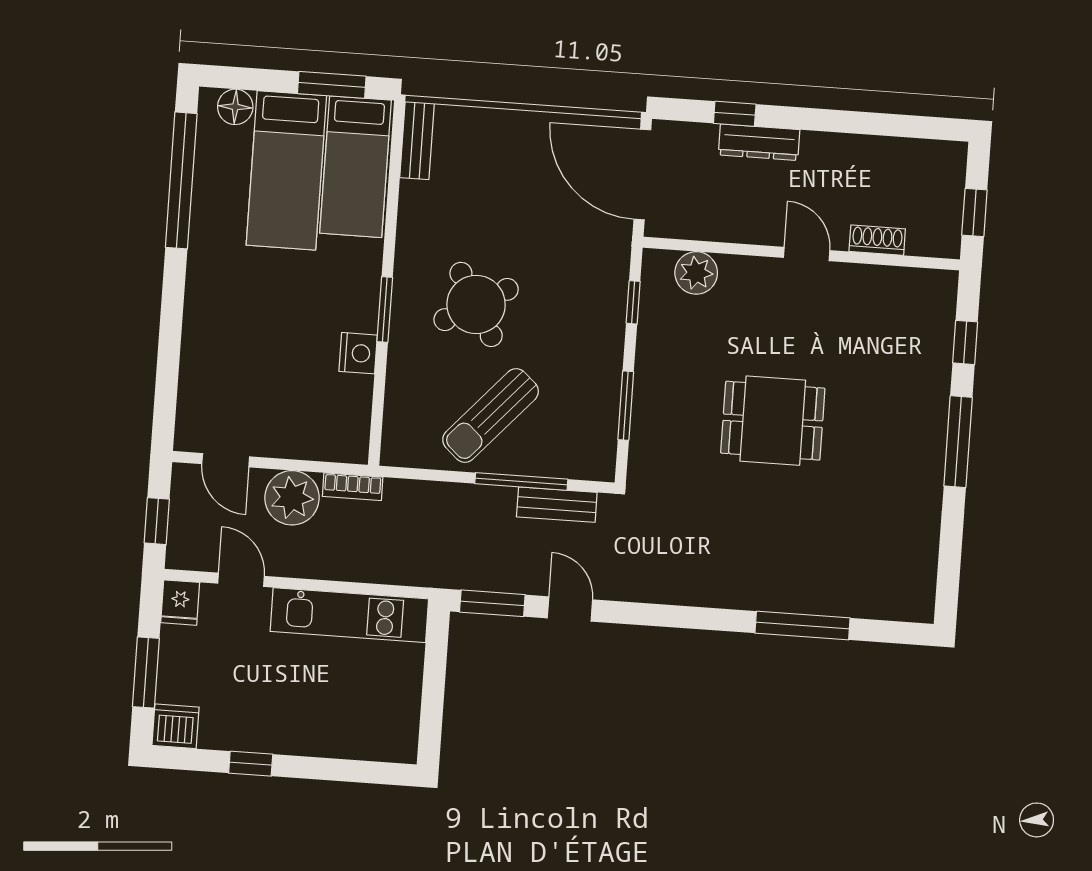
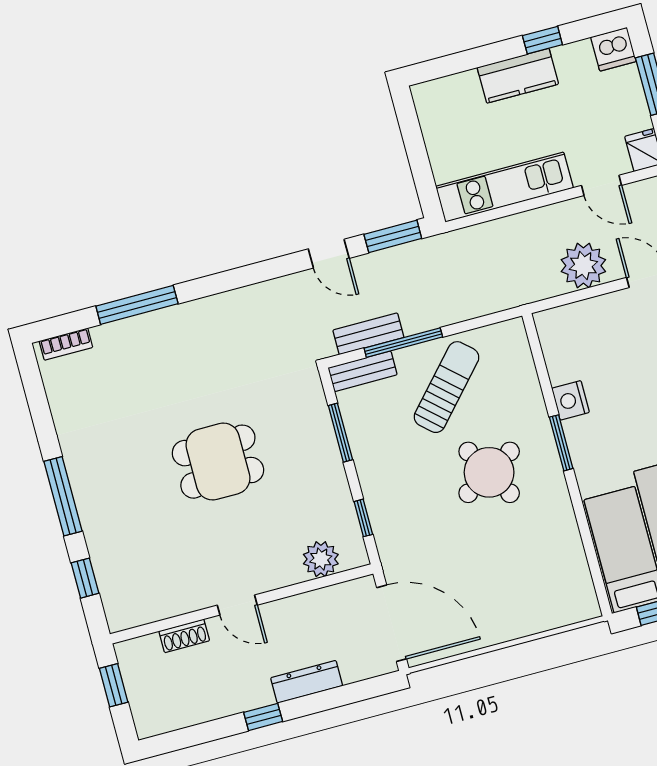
window: (735, 114) -> (263, 717), moved
bench: (417, 140) -> (363, 371), moved, turned 90
bookcase: (353, 487) -> (66, 344), moved, turned 180
kitchen counter: (292, 734) -> (518, 76), added

